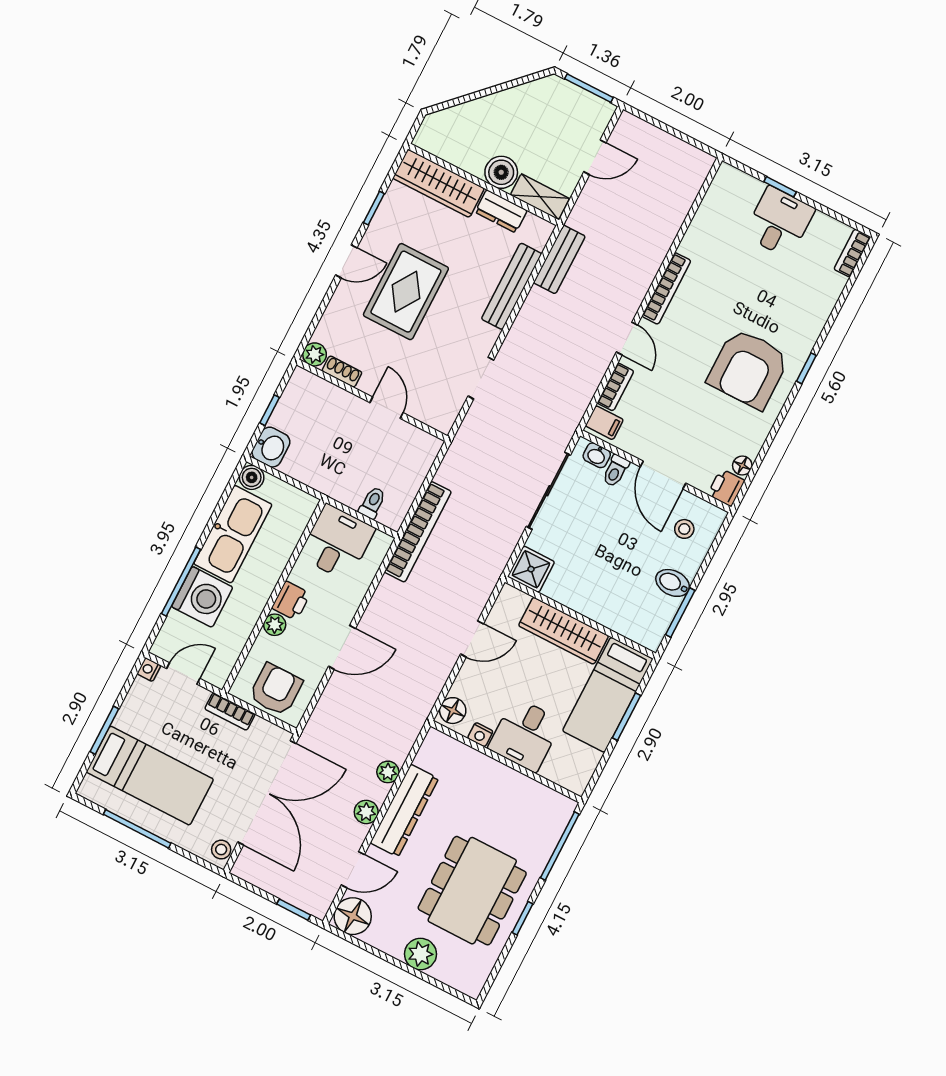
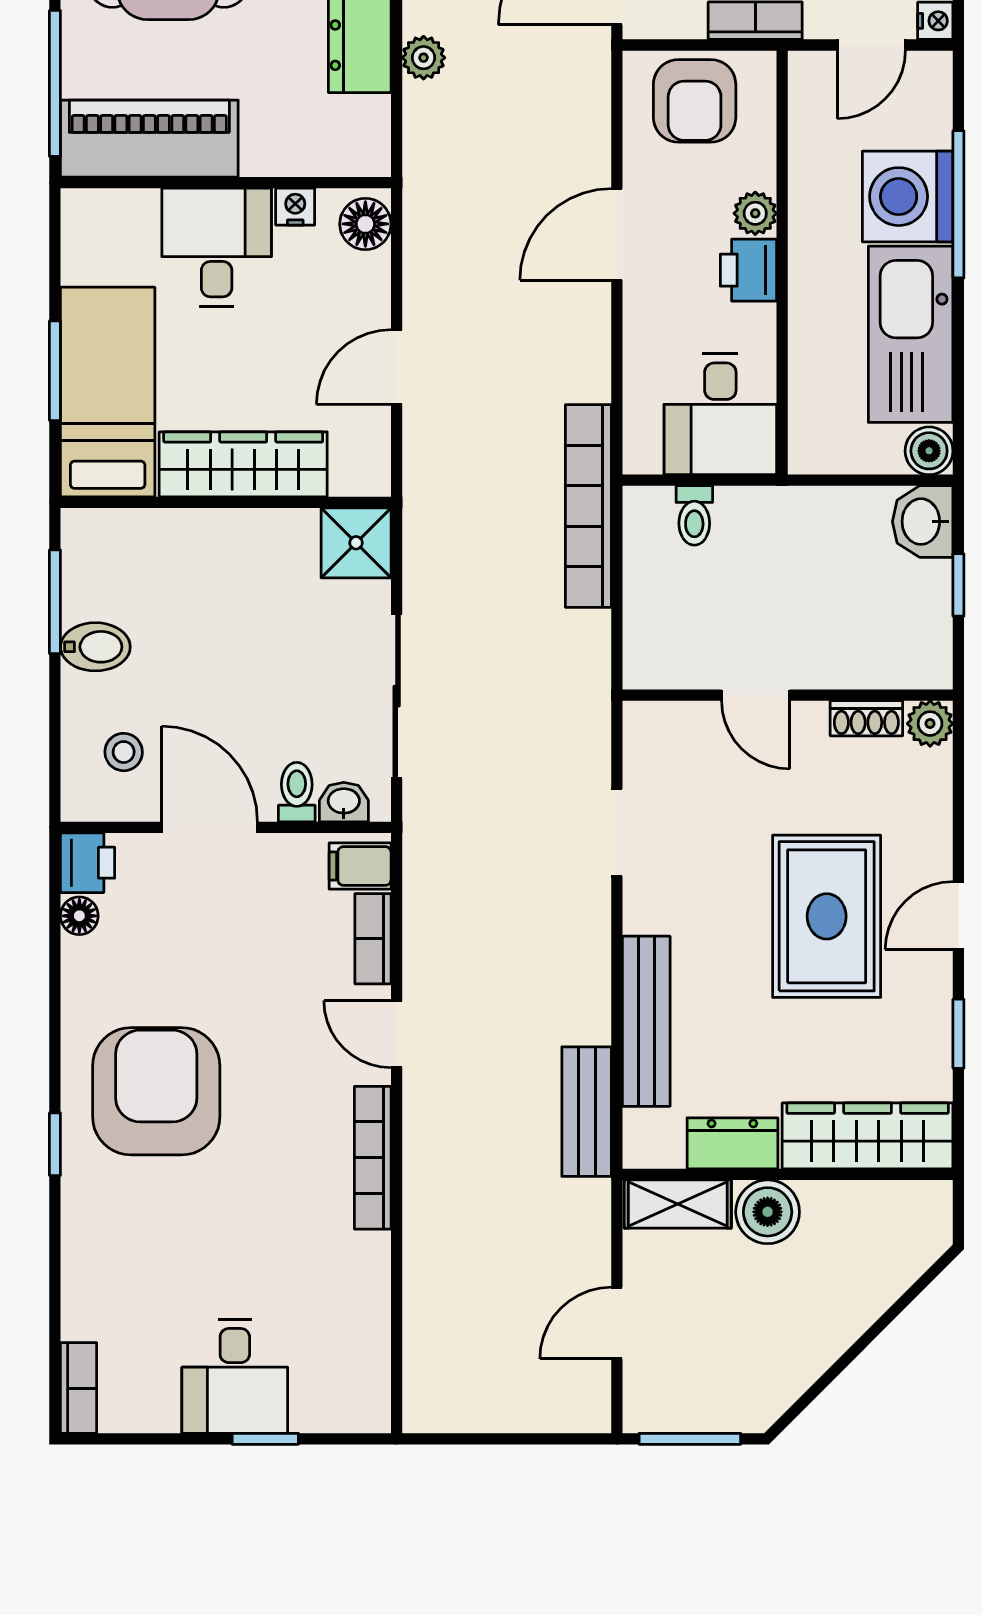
piano: (530, 799) -> (149, 139), added

